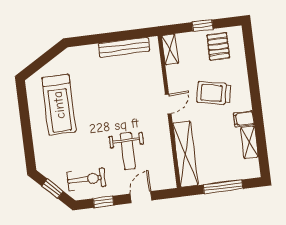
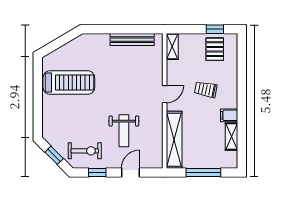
window: (203, 26) -> (215, 29), moved
trolley: (214, 93) -> (206, 89), width x0.73, depth x0.72
treadmill: (59, 105) -> (69, 83), turned -90

